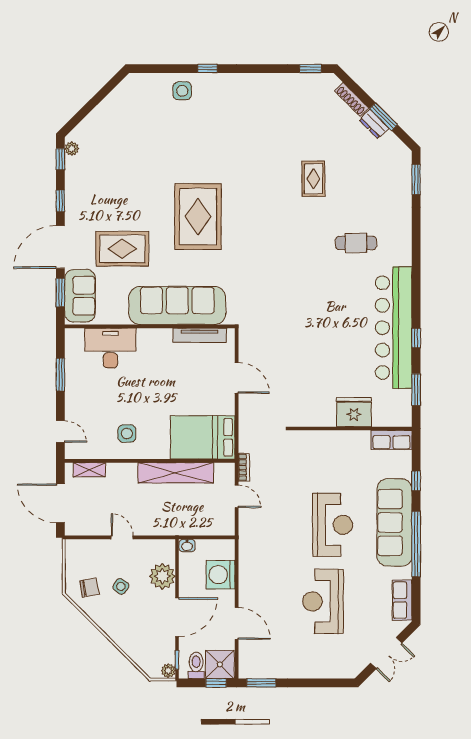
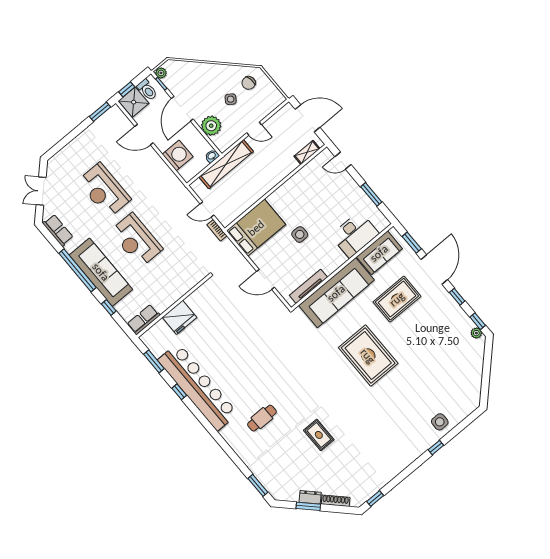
sofa: (80, 296) -> (379, 253), moved, turned -90
side table: (127, 434) -> (300, 234), moved
shelving: (176, 473) -> (226, 164), moved
reception desk: (323, 601) -> (104, 190), turned 180

